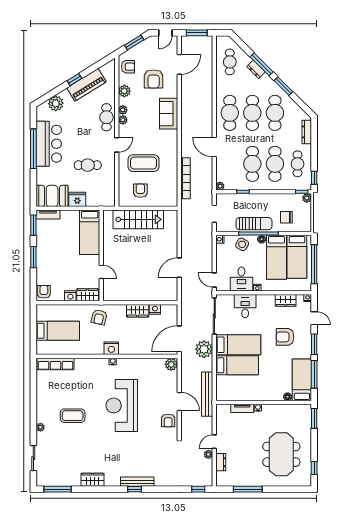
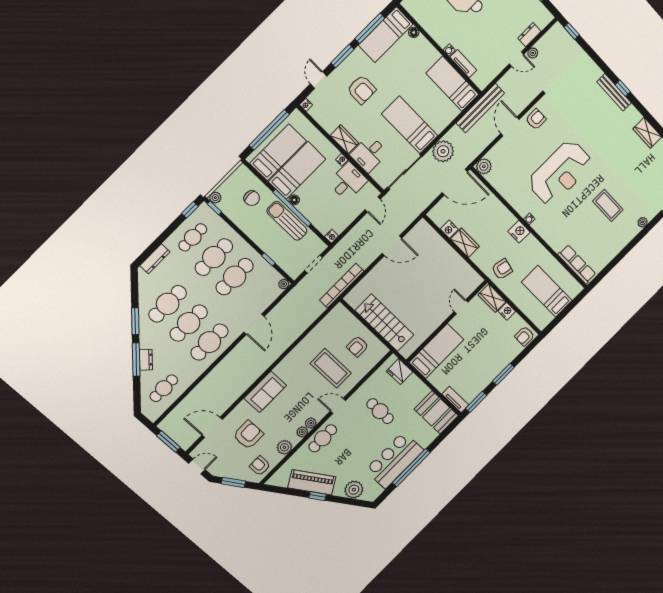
bookcase: (186, 178) -> (342, 286), moved
fridge: (77, 199) -> (400, 371), moved
side table: (242, 244) -> (316, 212), removed
wardrobe: (286, 300) -> (344, 139), moved
bed: (237, 365) -> (452, 84), moved

